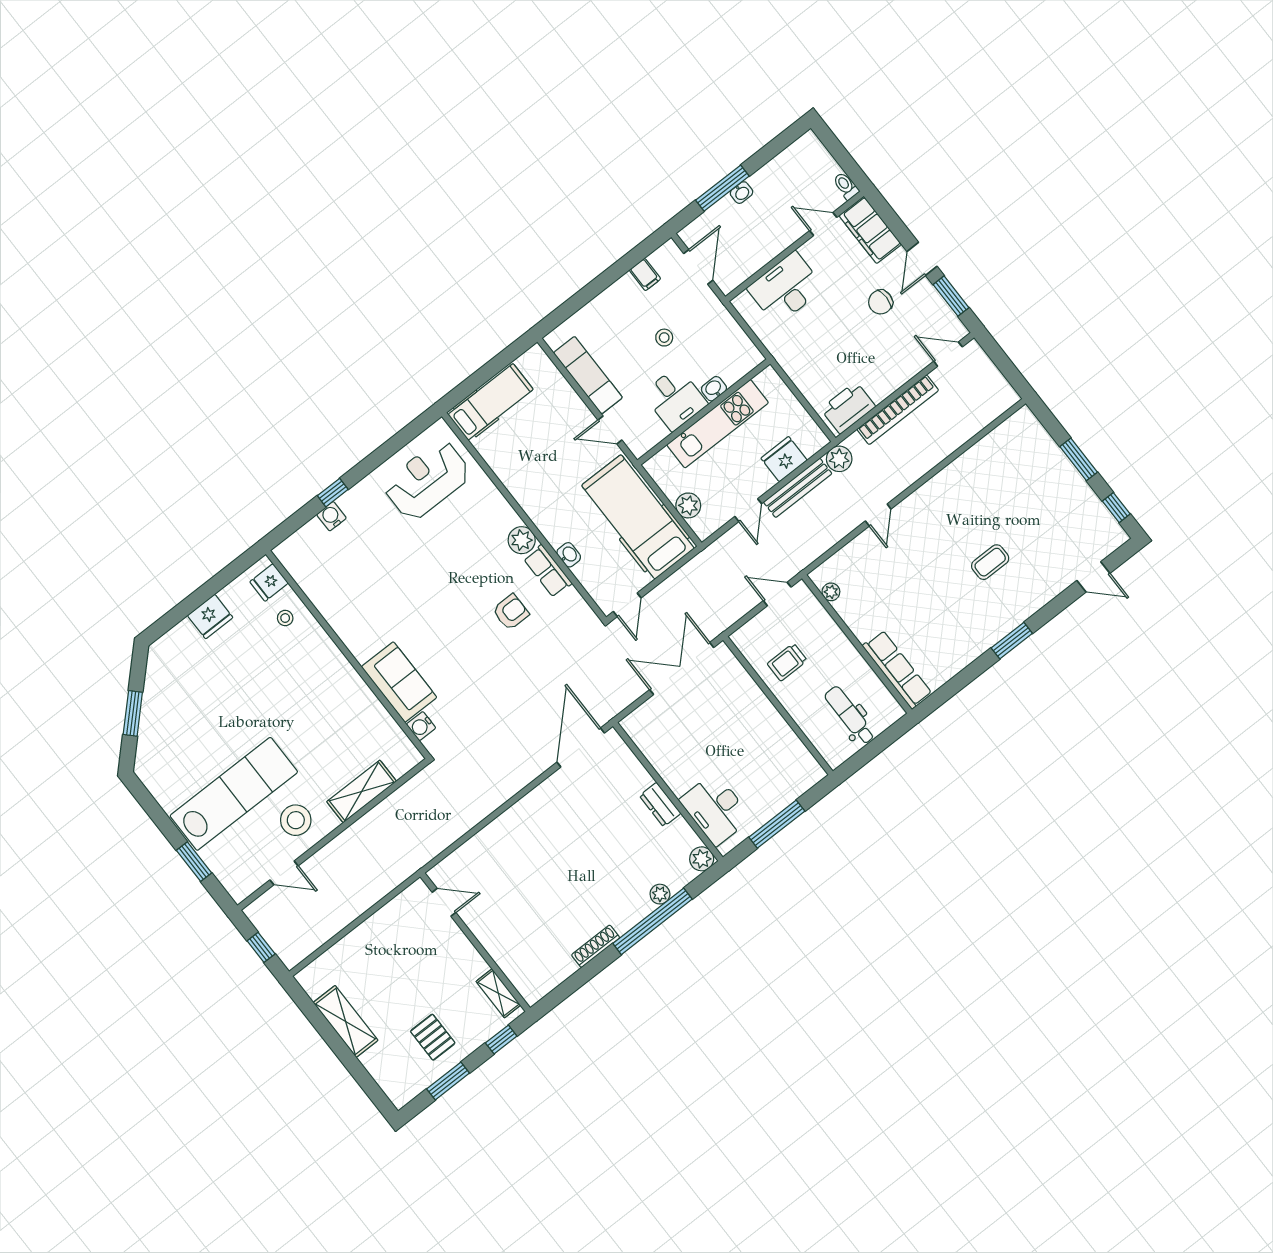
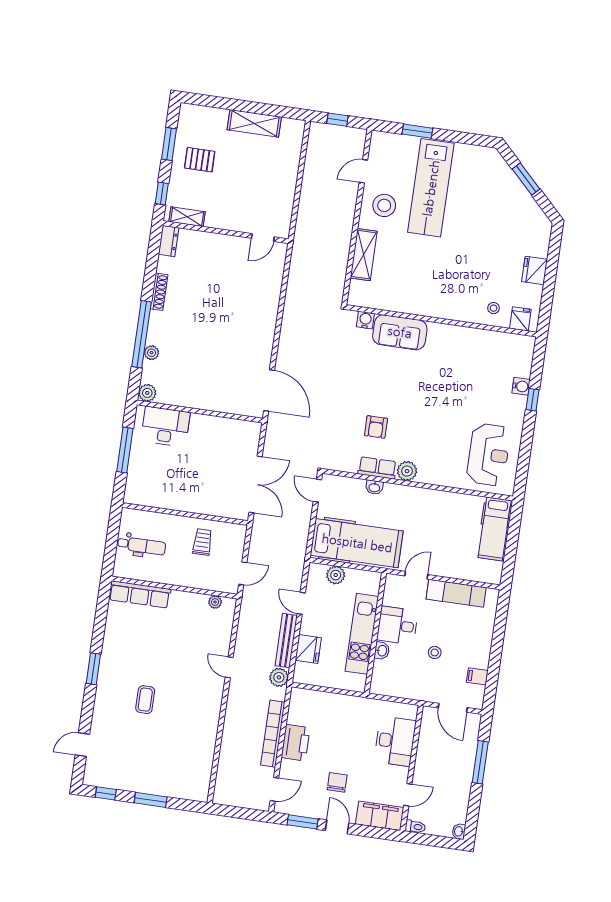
washbasin: (741, 193) -> (459, 831), moved
printer: (848, 408) -> (296, 743), moved
dresser: (660, 804) -> (169, 241), moved, turned 90

